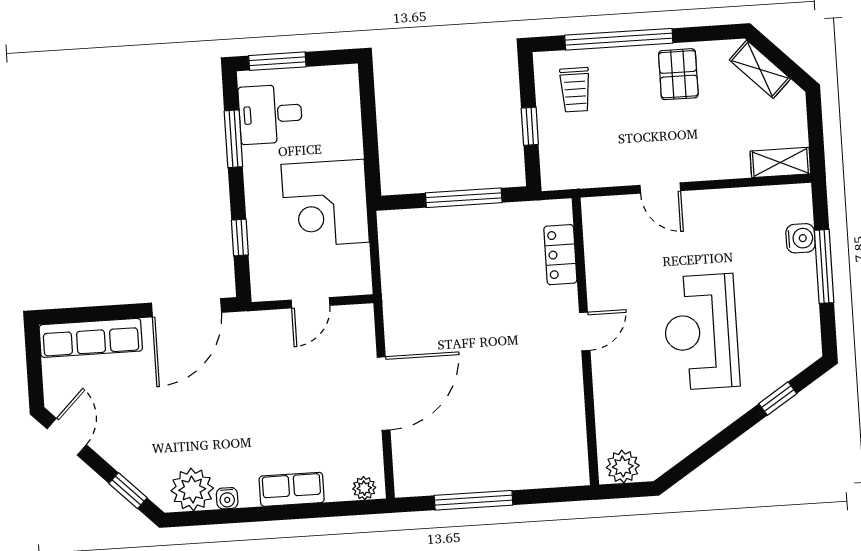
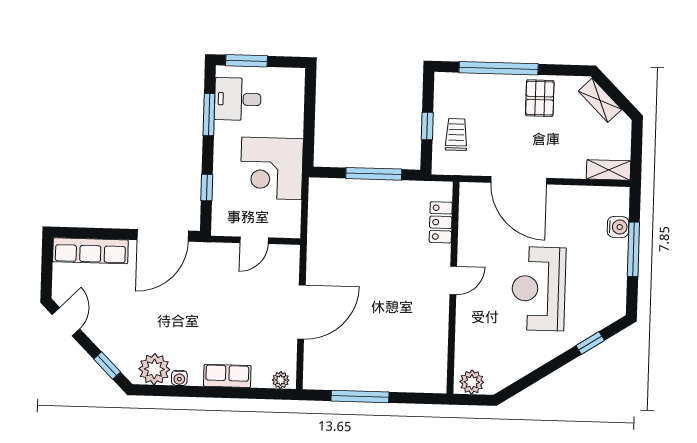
trolley: (575, 90) -> (456, 134), moved, turned 180
door: (660, 188) -> (519, 180), width x1.88

